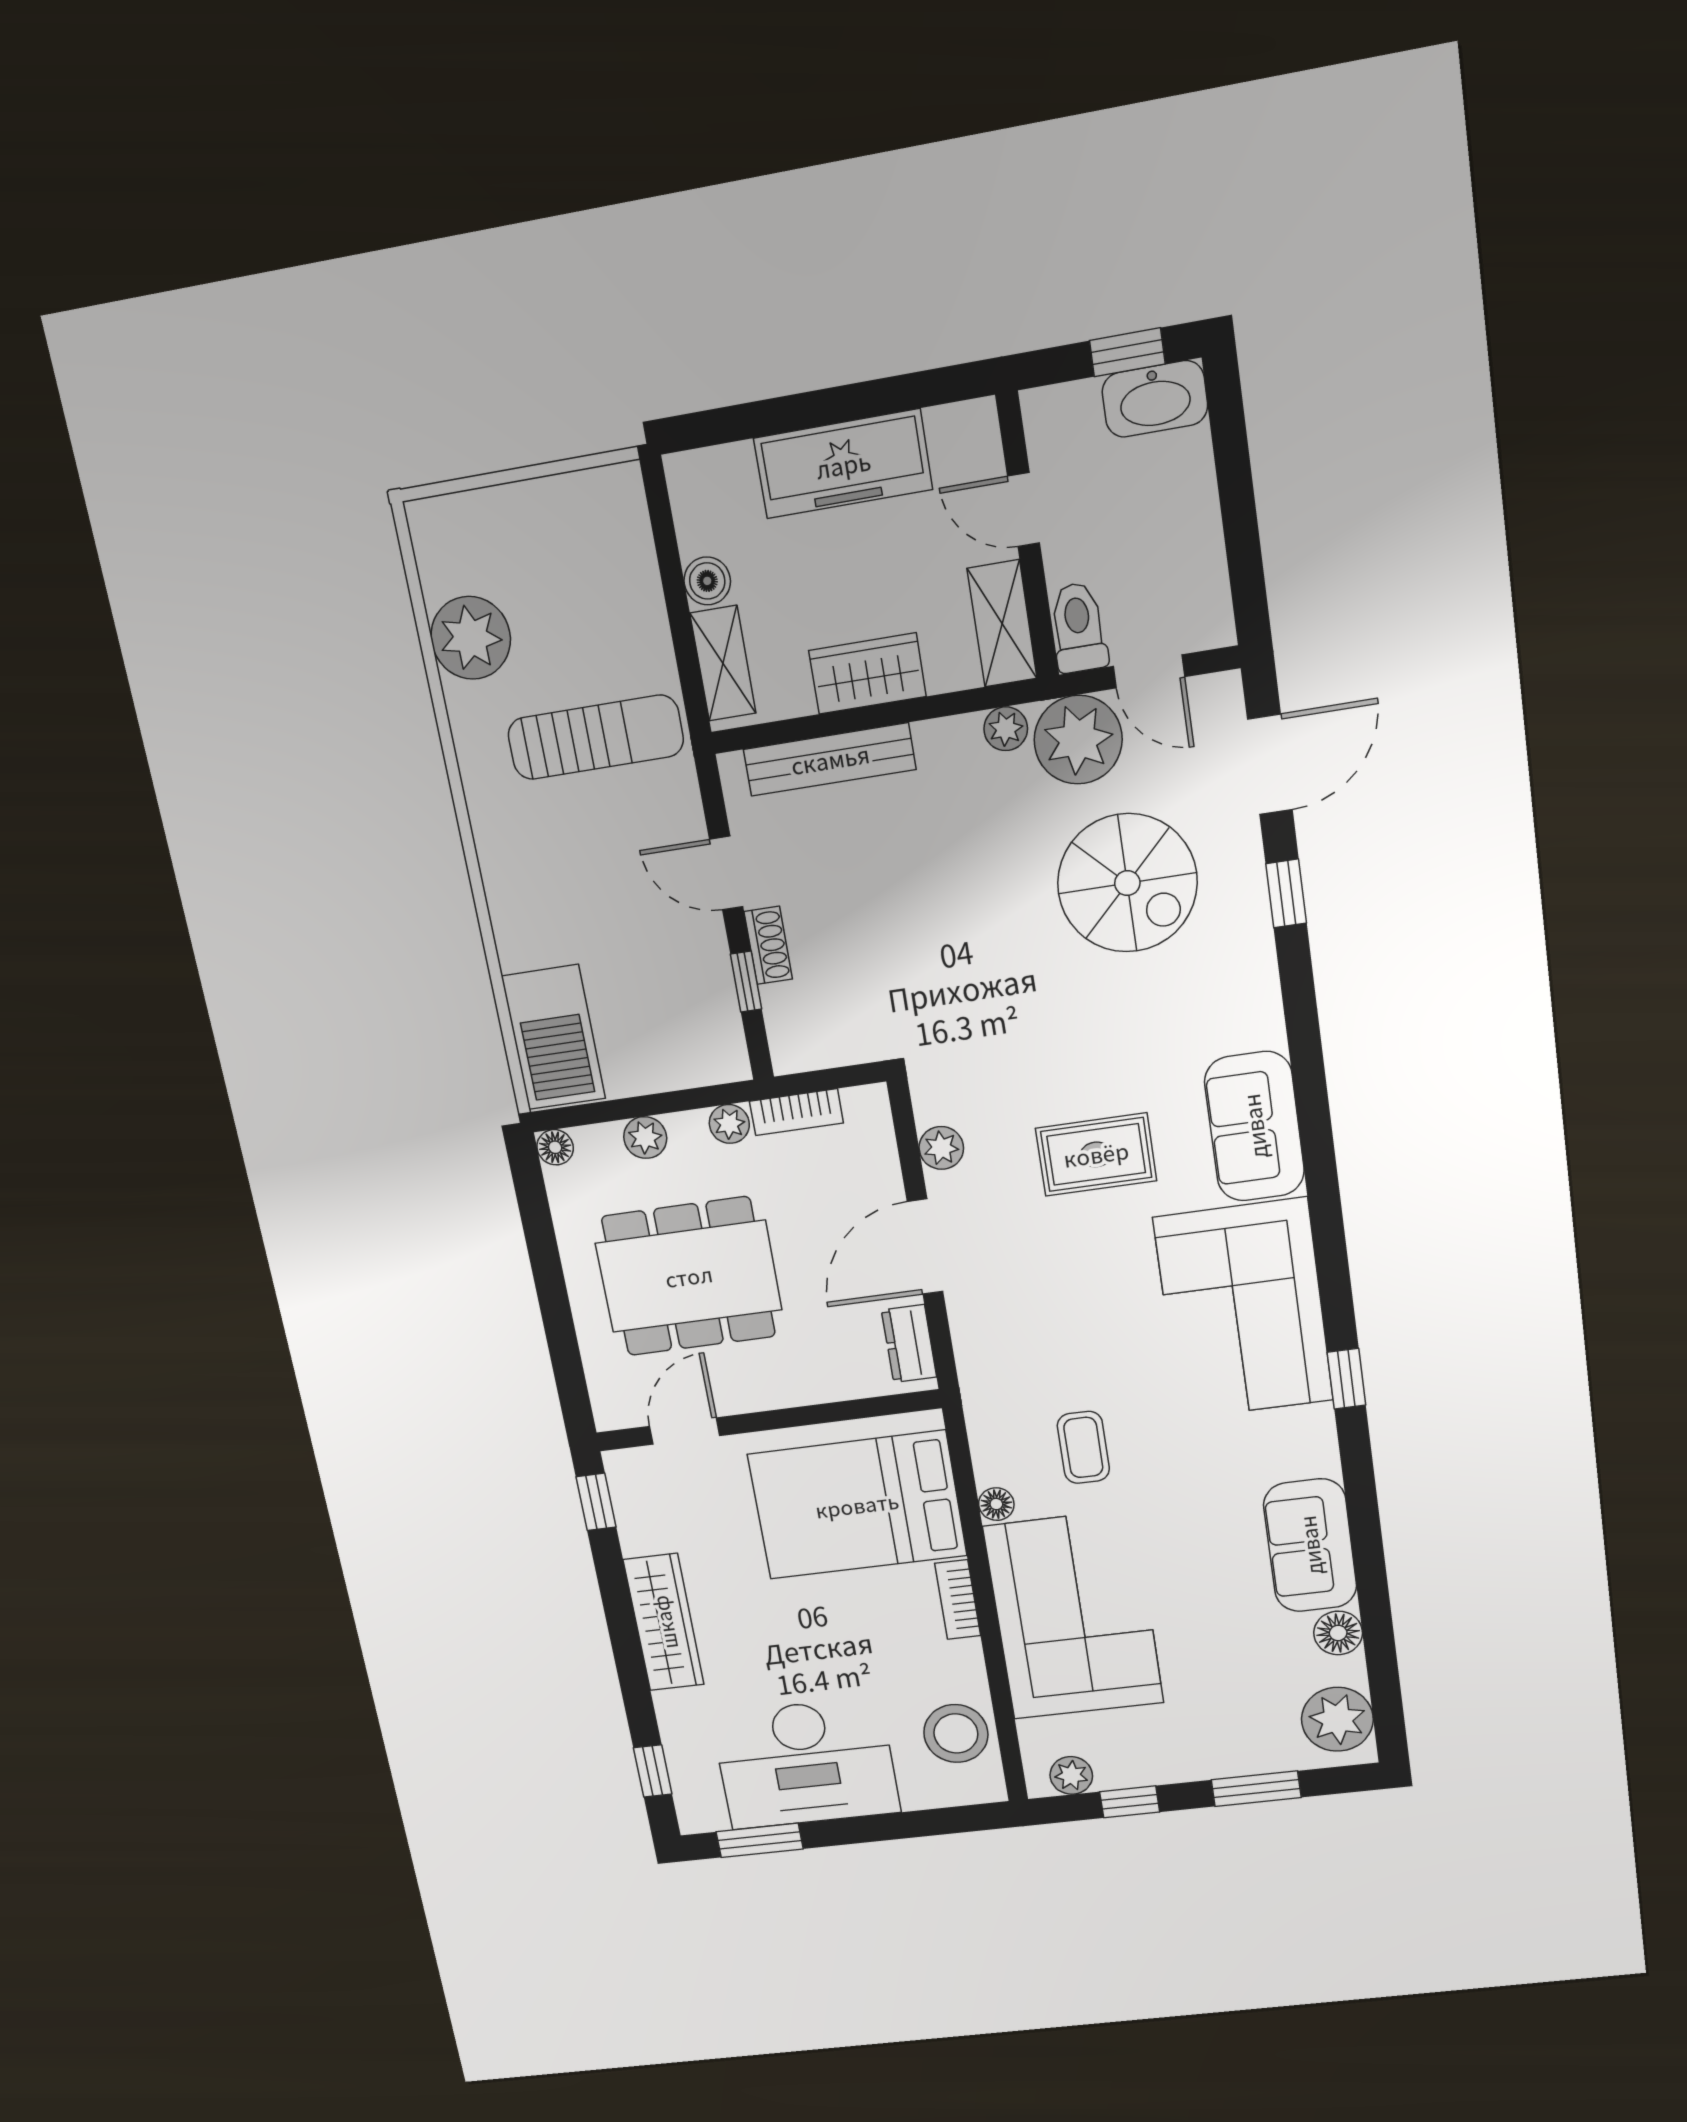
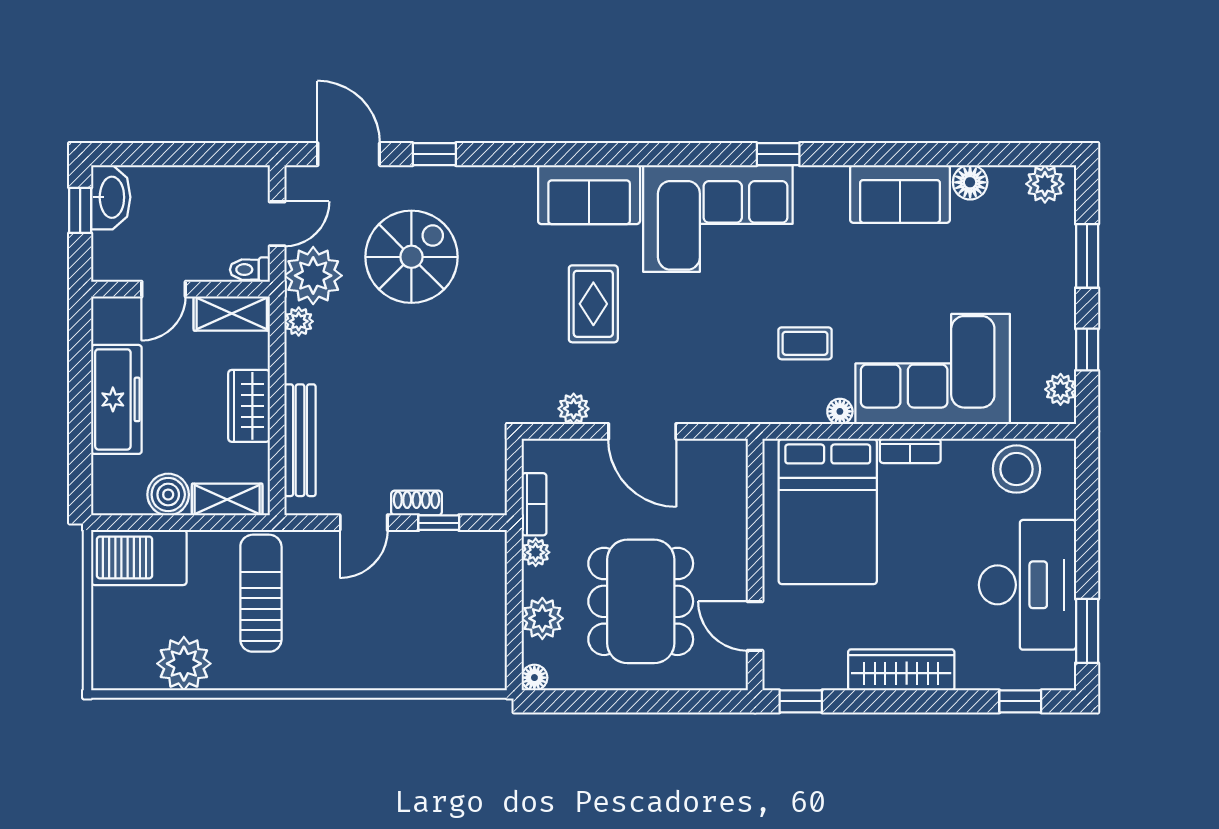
boiler: (707, 581) -> (168, 495), width x1.36, depth x1.36
toilet: (1078, 628) -> (250, 270), width x0.73, depth x0.72
barbecue: (553, 1037) -> (139, 557), moved, turned 180
plant: (645, 1138) -> (542, 618), width x1.38, depth x1.38
dresser: (909, 1344) -> (711, 454), removed
plant: (1337, 1719) -> (1045, 184), width x0.73, depth x0.73

